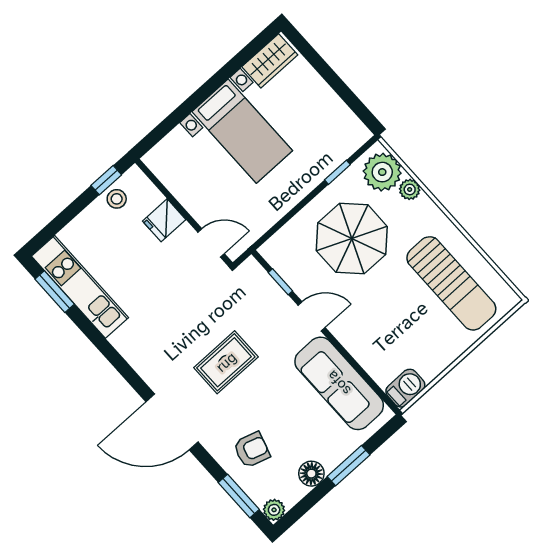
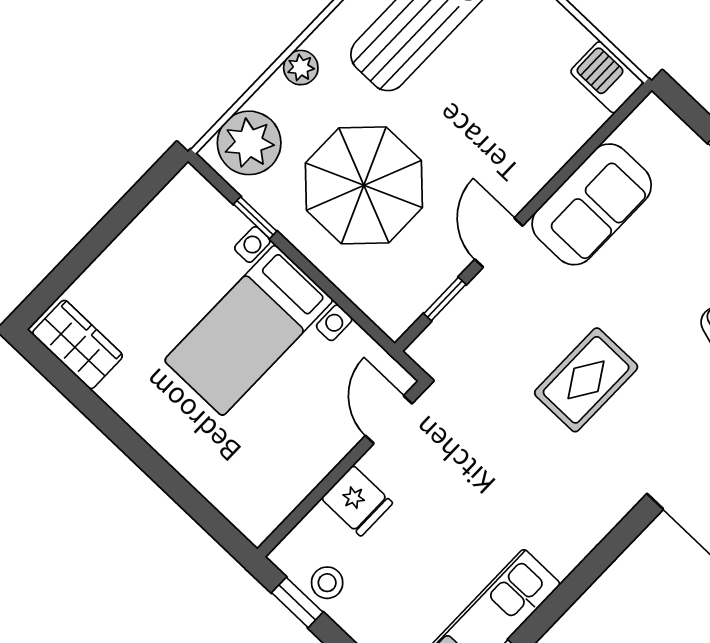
bed with nightstands: (242, 131) -> (249, 330), moved, turned 180
plant: (410, 189) -> (301, 68), moved
rug: (226, 362) -> (586, 380), turned 90
sofa: (339, 383) -> (592, 204), width x0.73

